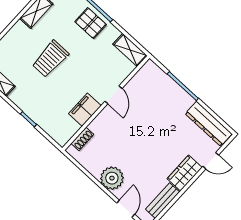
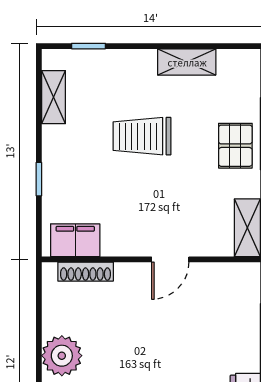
filing cabinet: (85, 110) -> (75, 240), moved
shoe rack: (82, 139) -> (86, 272), width x1.43

